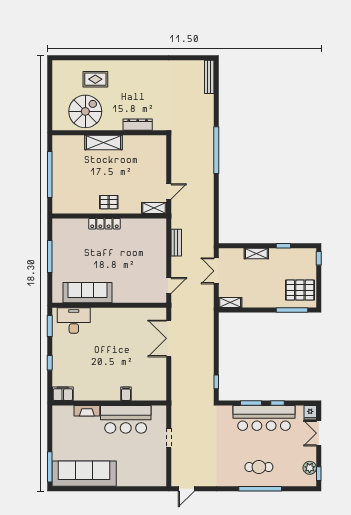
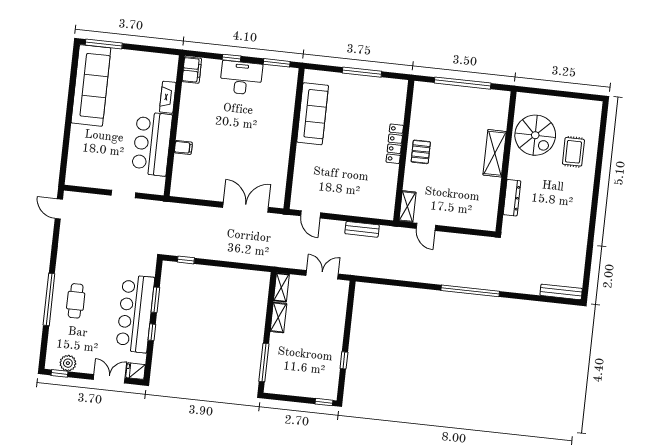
shelving: (256, 254) -> (278, 318), moved
pallet: (300, 290) -> (287, 375), removed
desk: (74, 321) -> (241, 78), moved, turned -90

